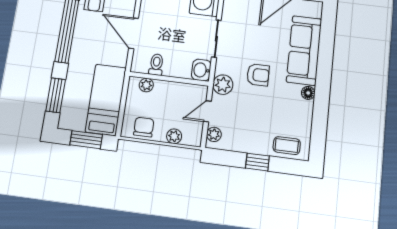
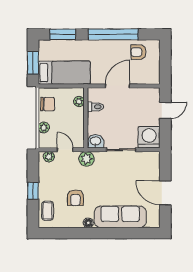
armchair: (258, 75) -> (75, 198), moved

